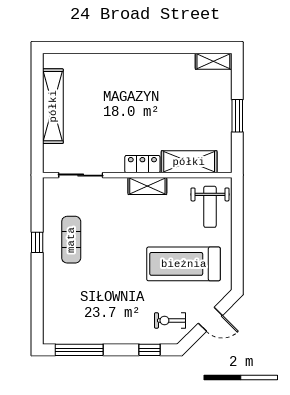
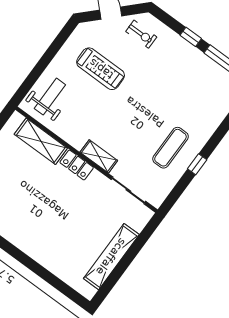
shelving: (147, 186) -> (99, 156), moved
treadmill: (184, 264) -> (101, 69), width x0.73, depth x0.73
window: (150, 350) -> (191, 37), moved

